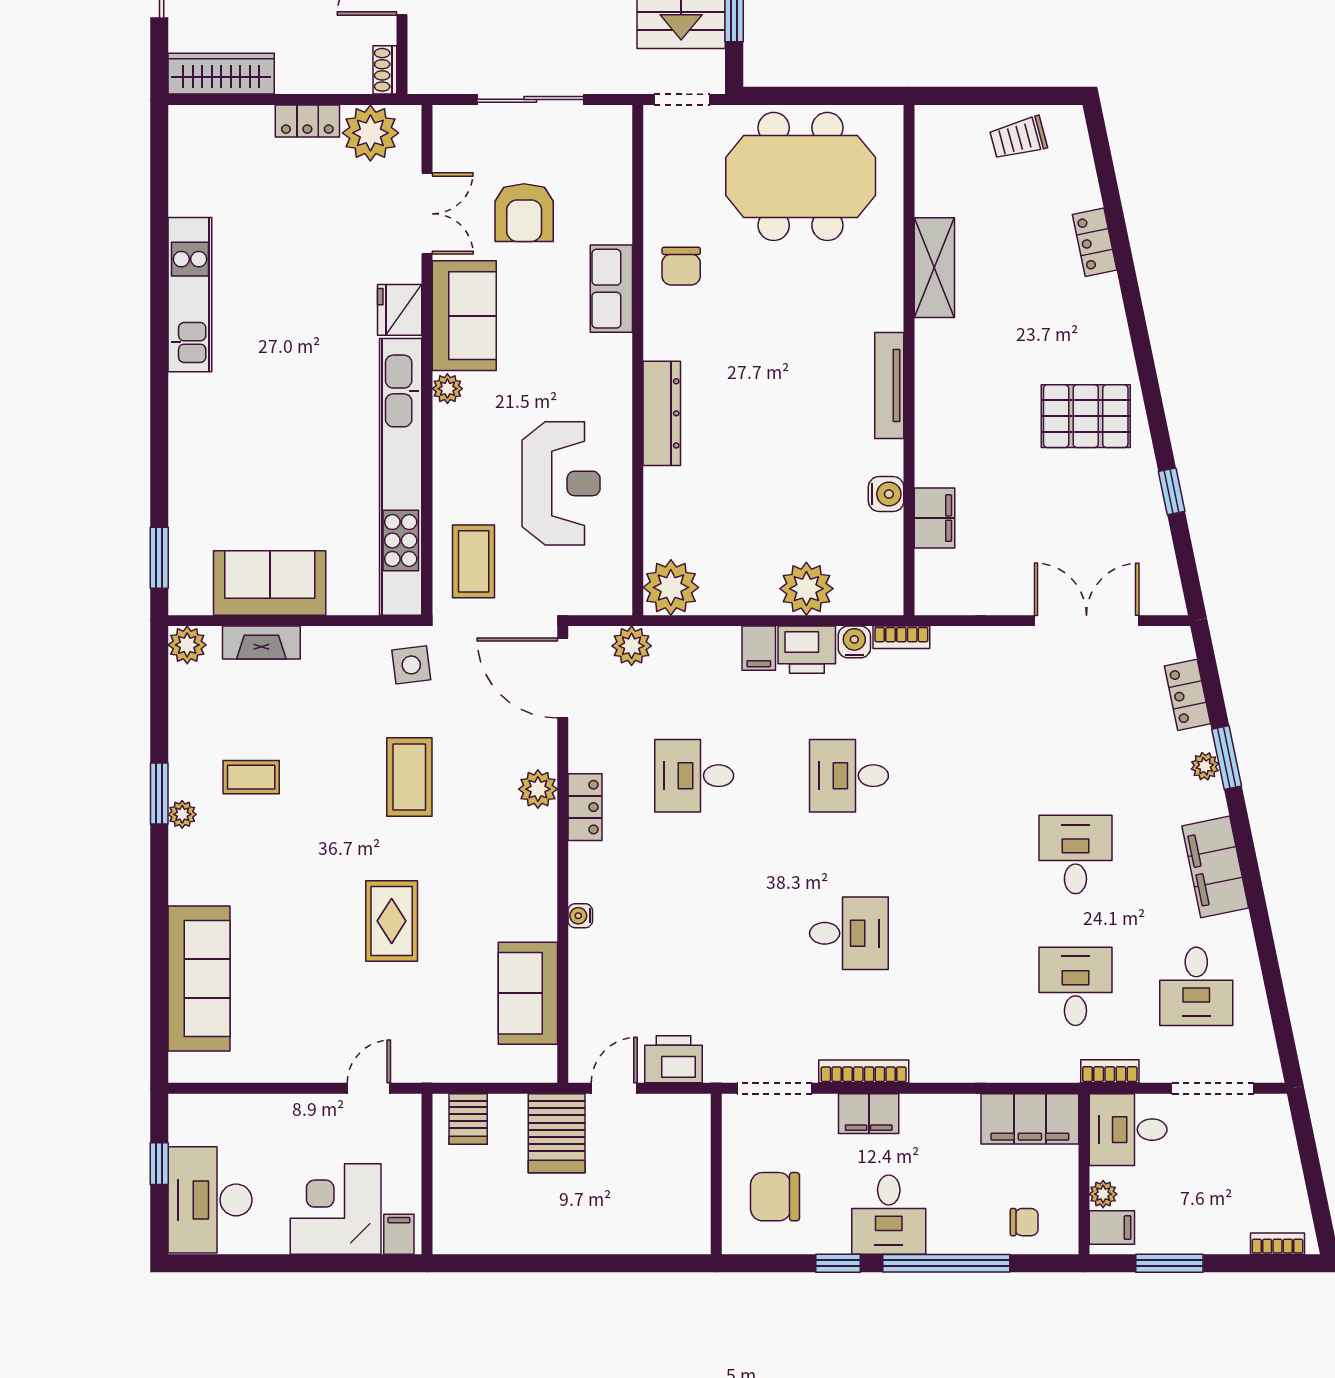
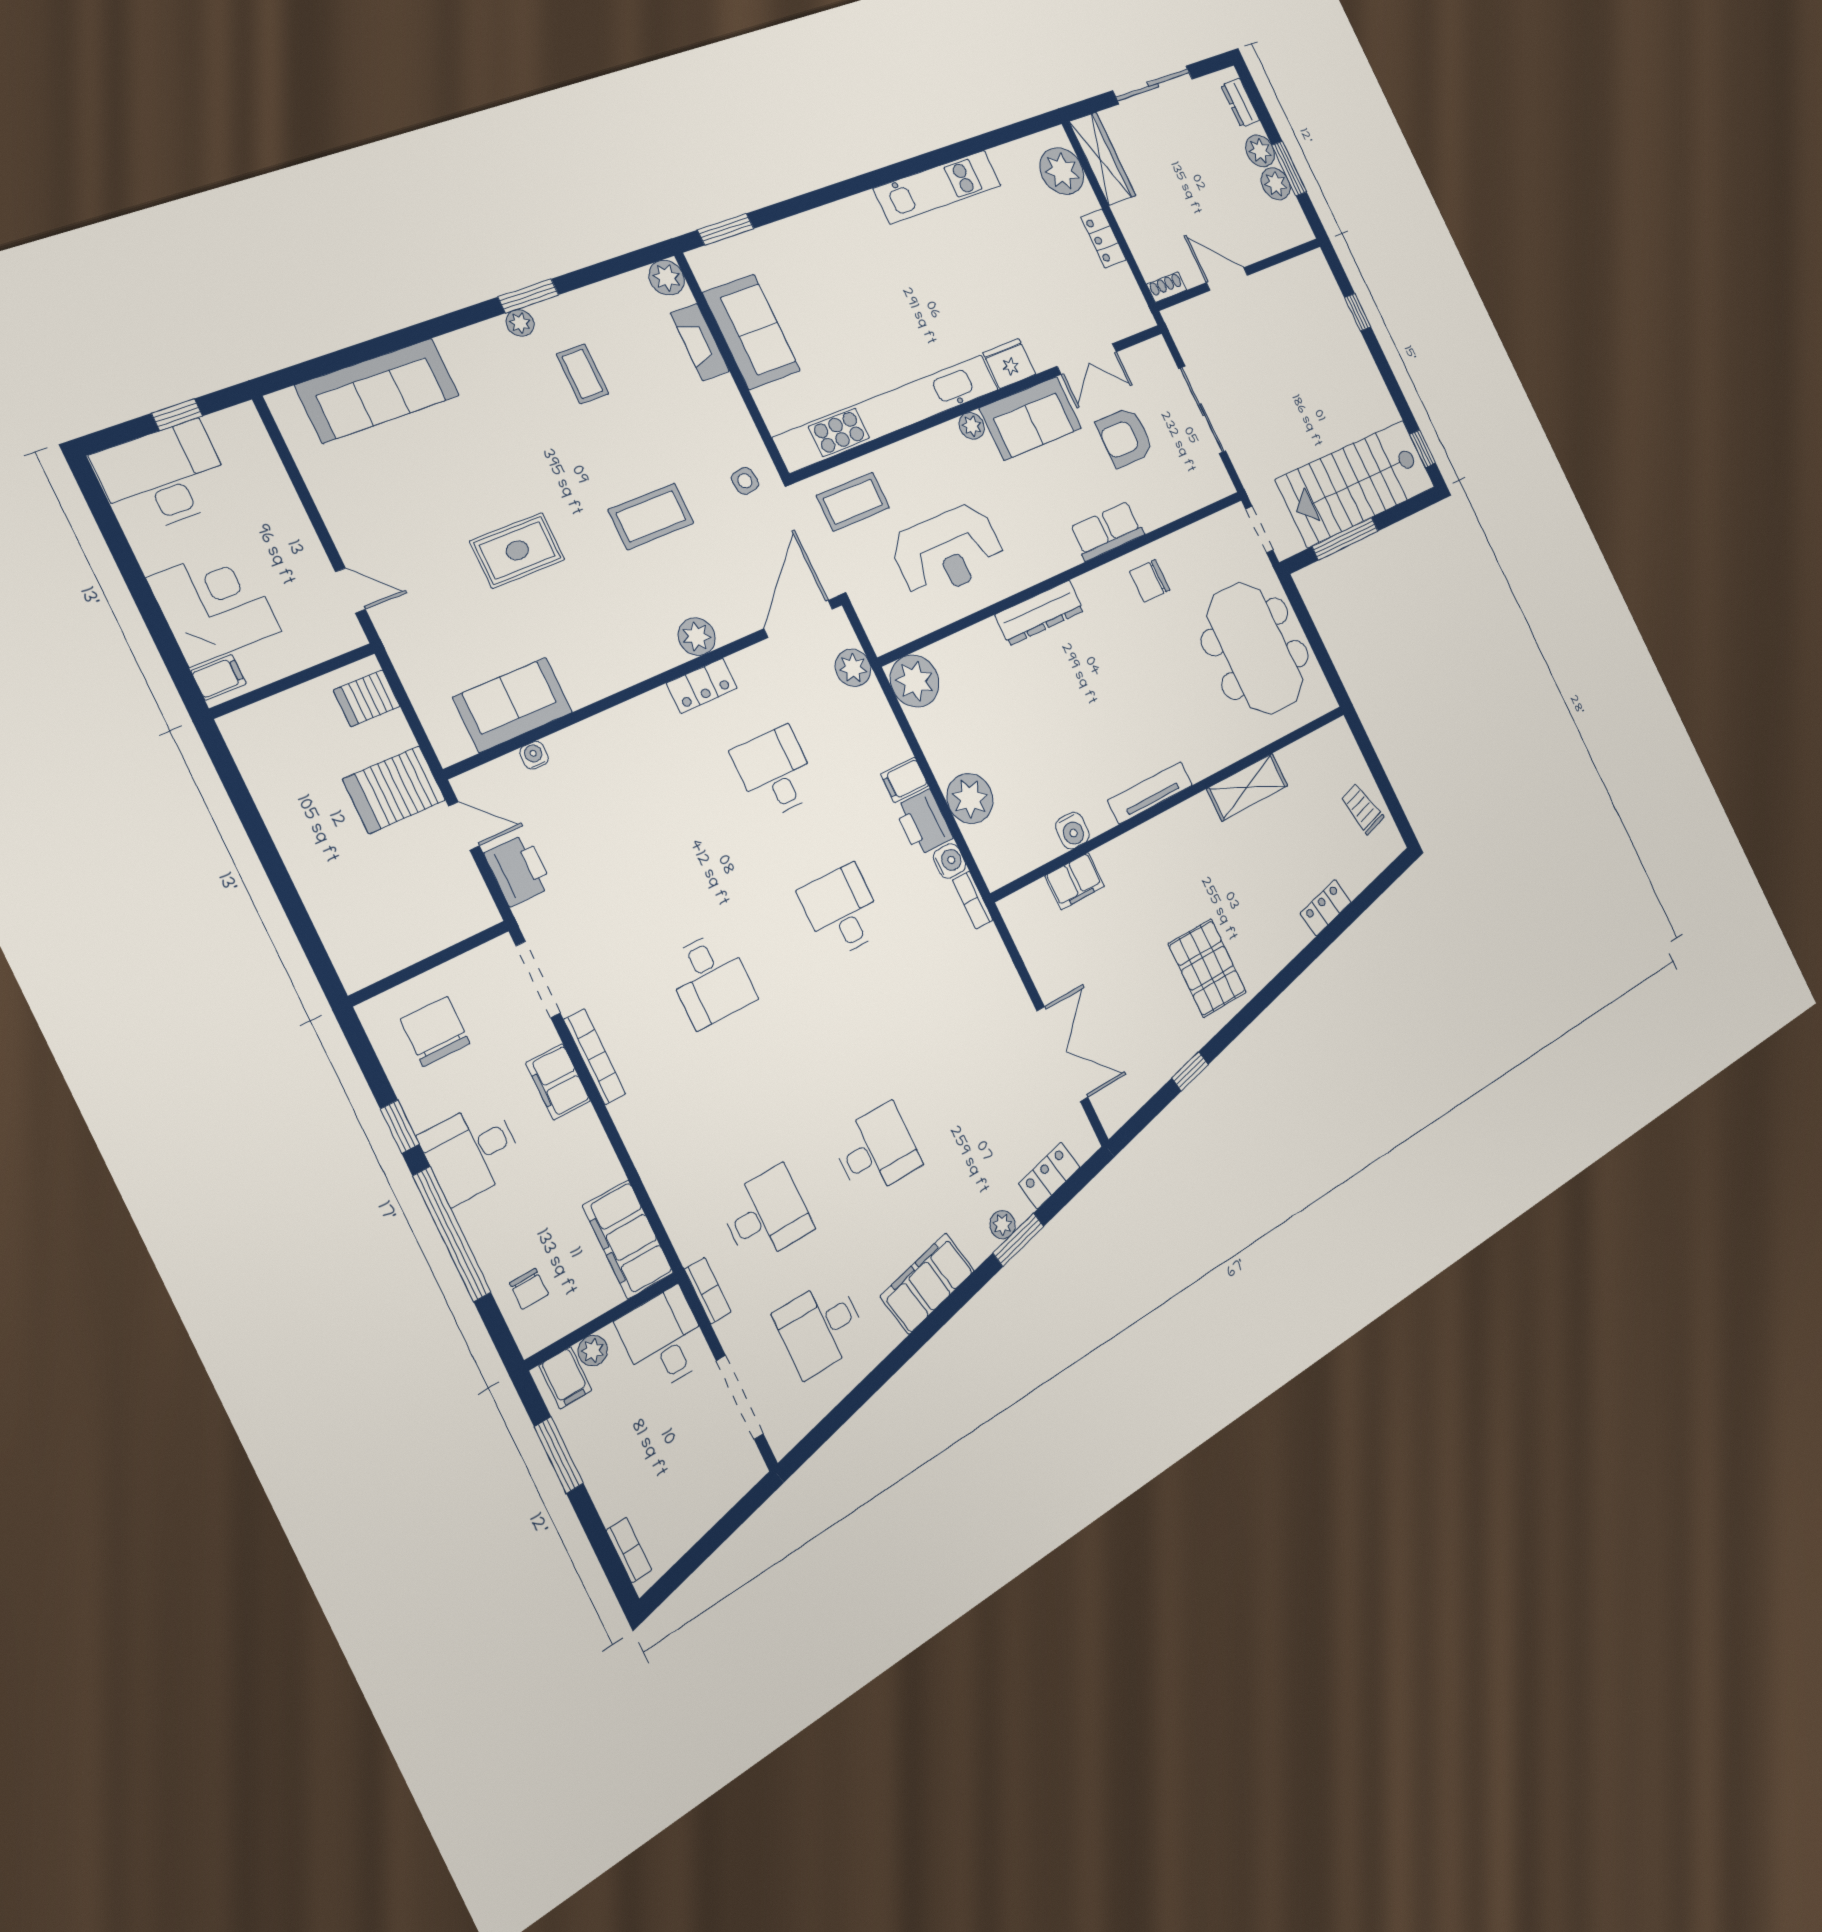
plant: (370, 133) -> (1062, 171), moved
side table: (411, 665) -> (745, 481), width x0.73, depth x0.73
water cooler: (580, 916) -> (534, 755), moved

